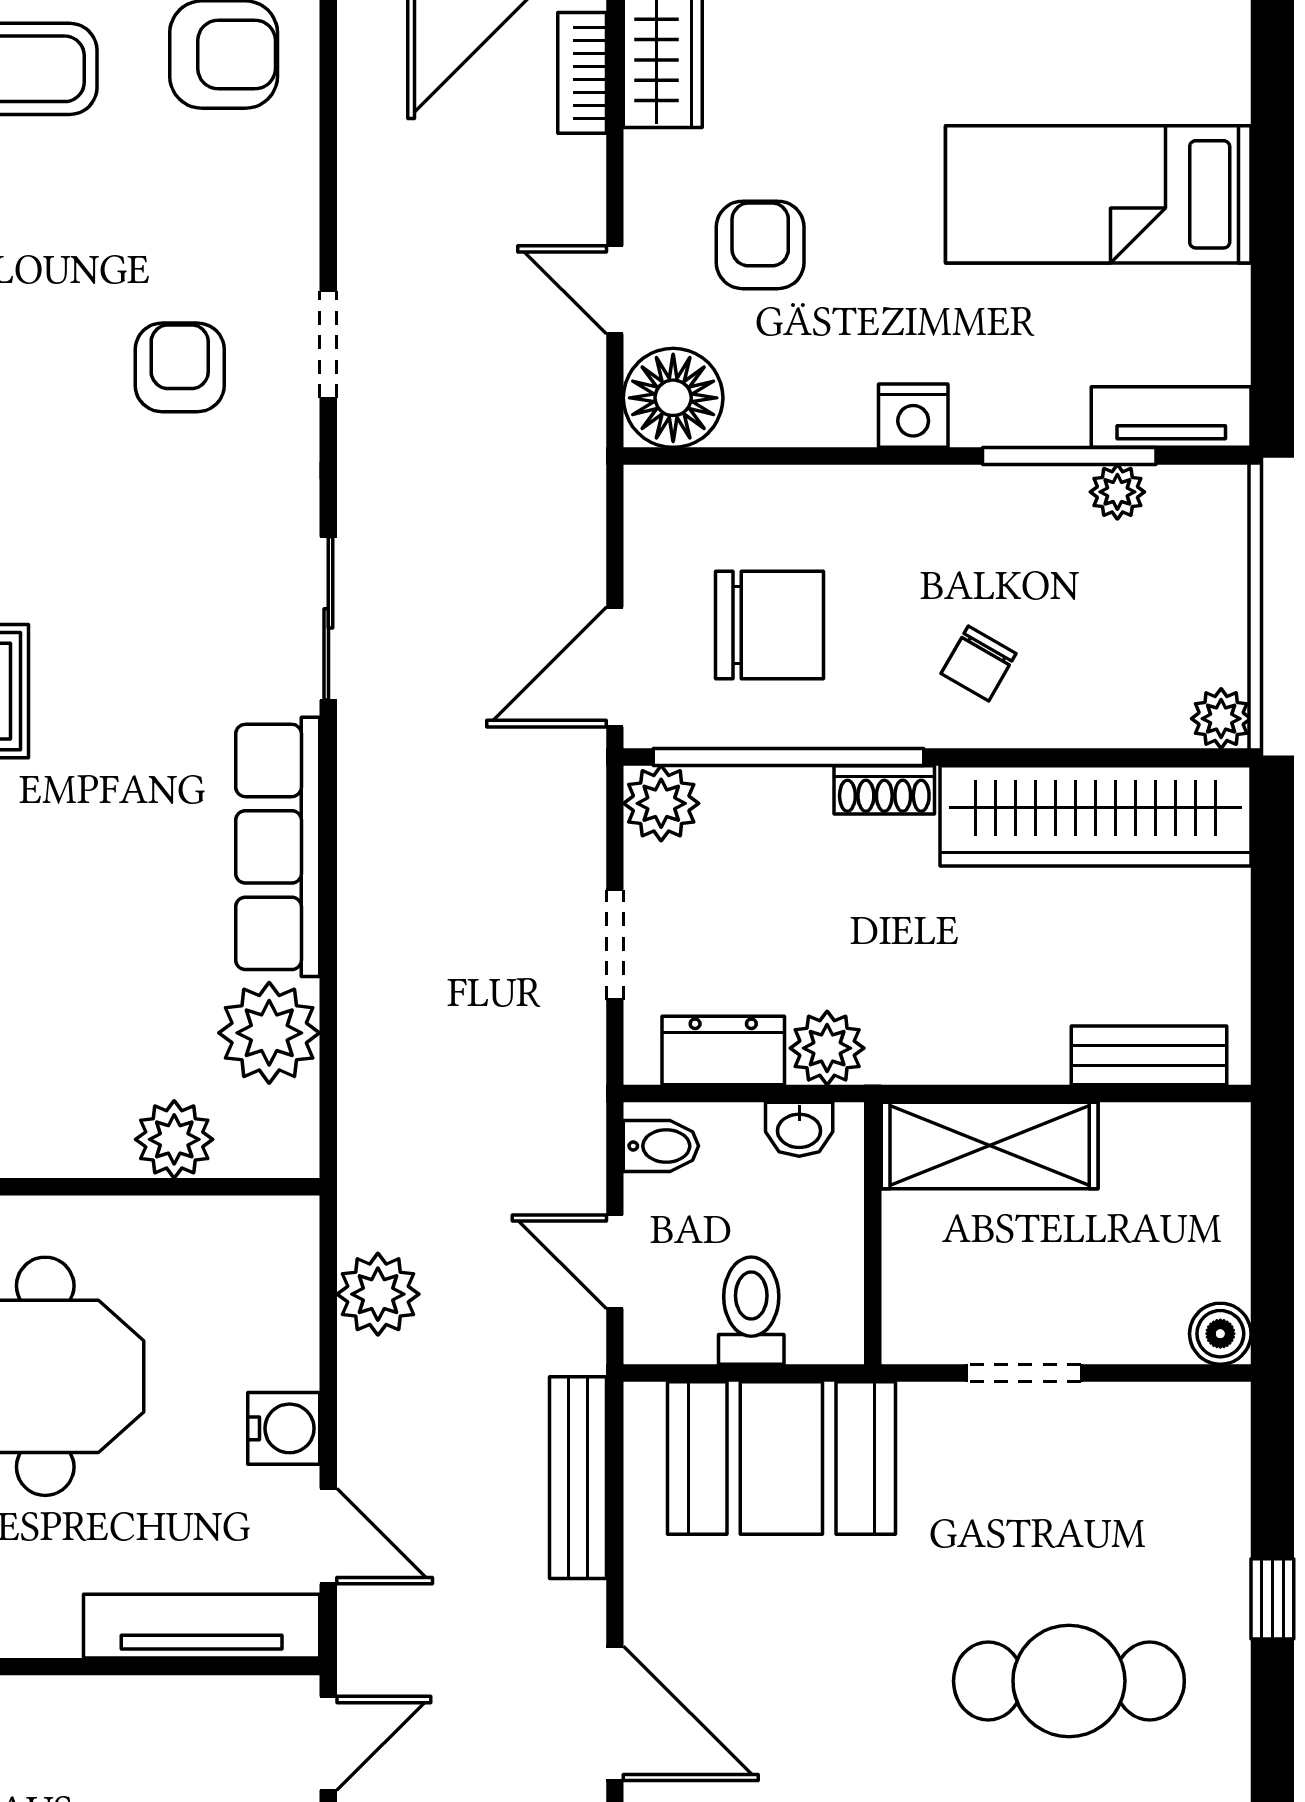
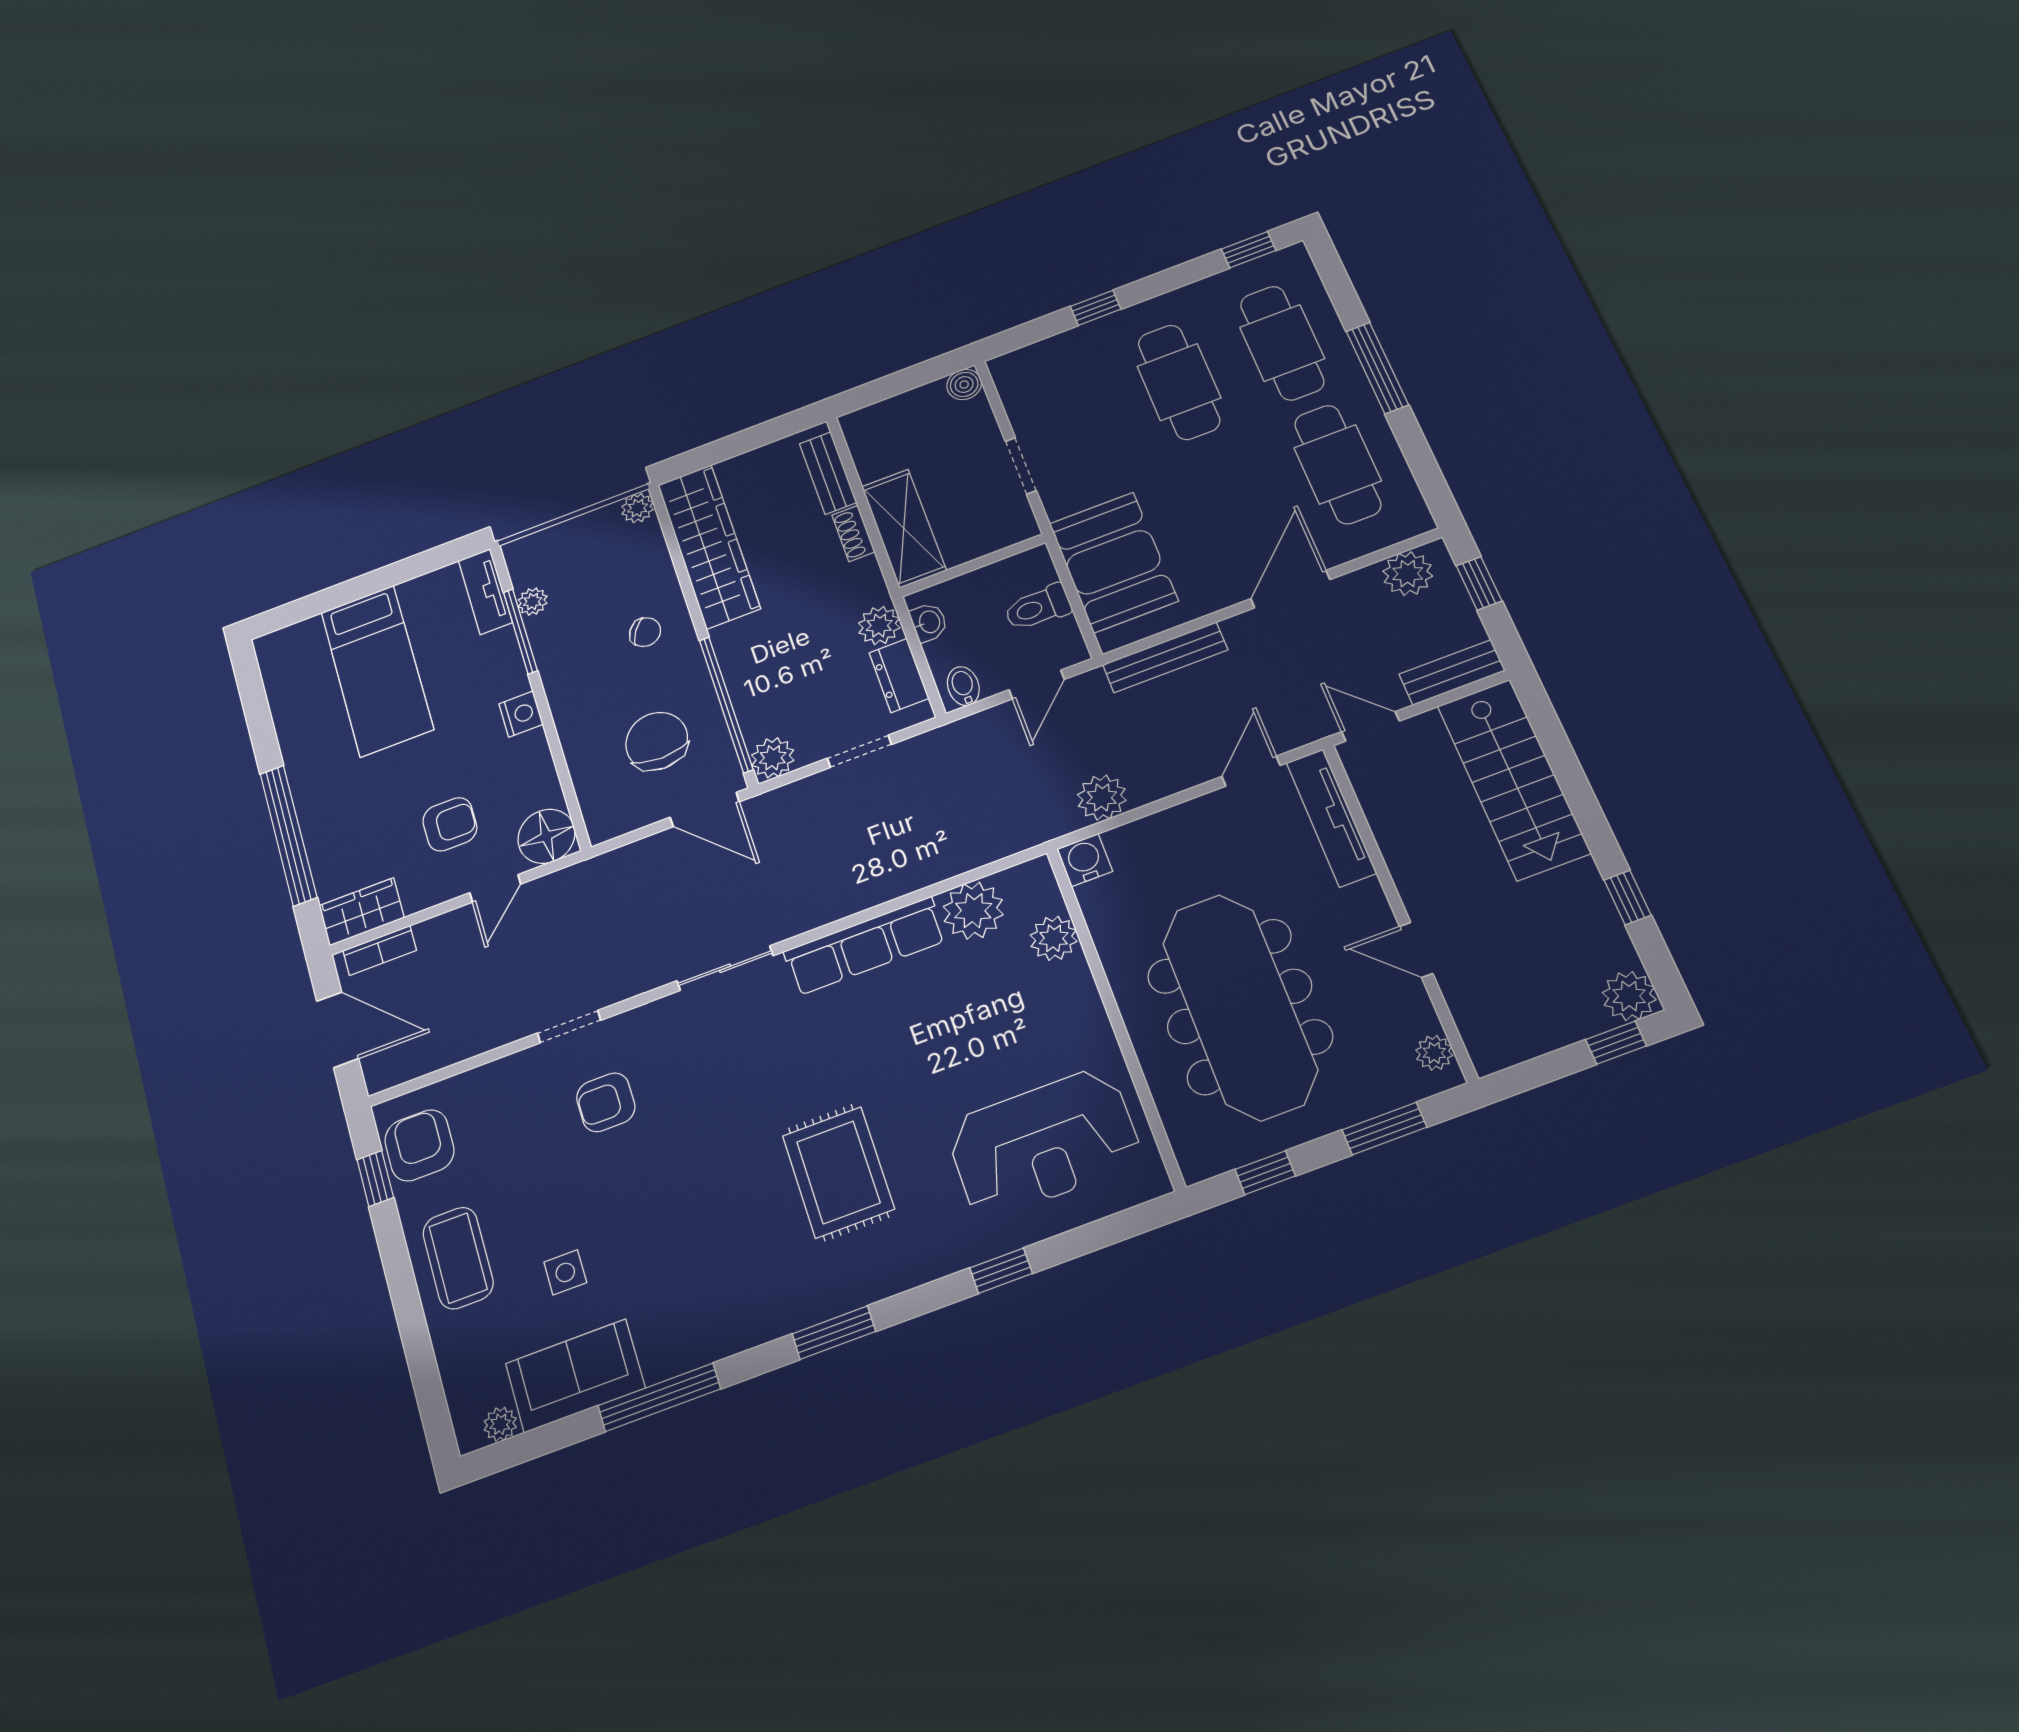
armchair: (760, 245) -> (450, 824), turned 180
shoe rack: (884, 790) -> (853, 534), moved, turned 180
water cooler: (284, 1428) -> (1085, 860), moved

